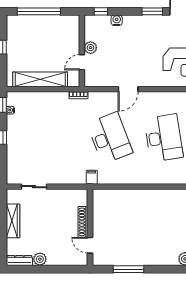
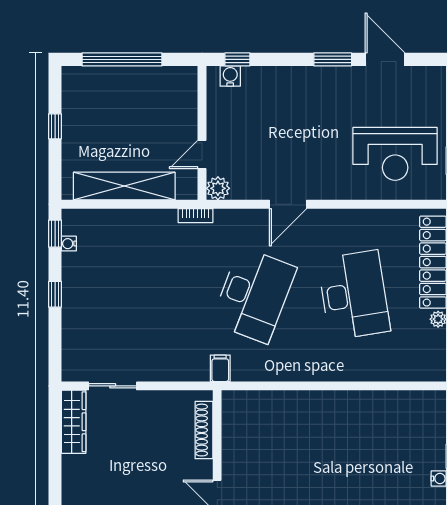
water cooler: (117, 20) -> (230, 76), moved
plant: (91, 48) -> (218, 188), moved
desk: (110, 138) -> (254, 295), turned 42
wardrobe: (13, 221) -> (74, 422), moved
shoe rack: (83, 222) -> (204, 430), moved

